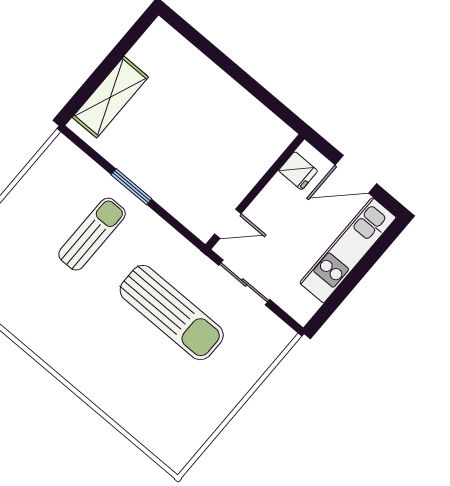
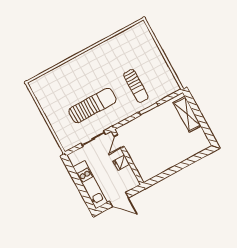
fridge: (298, 171) -> (121, 163), moved
door: (356, 174) -> (119, 199), swing flipped
sun lounger: (172, 313) -> (93, 105), turned 180

